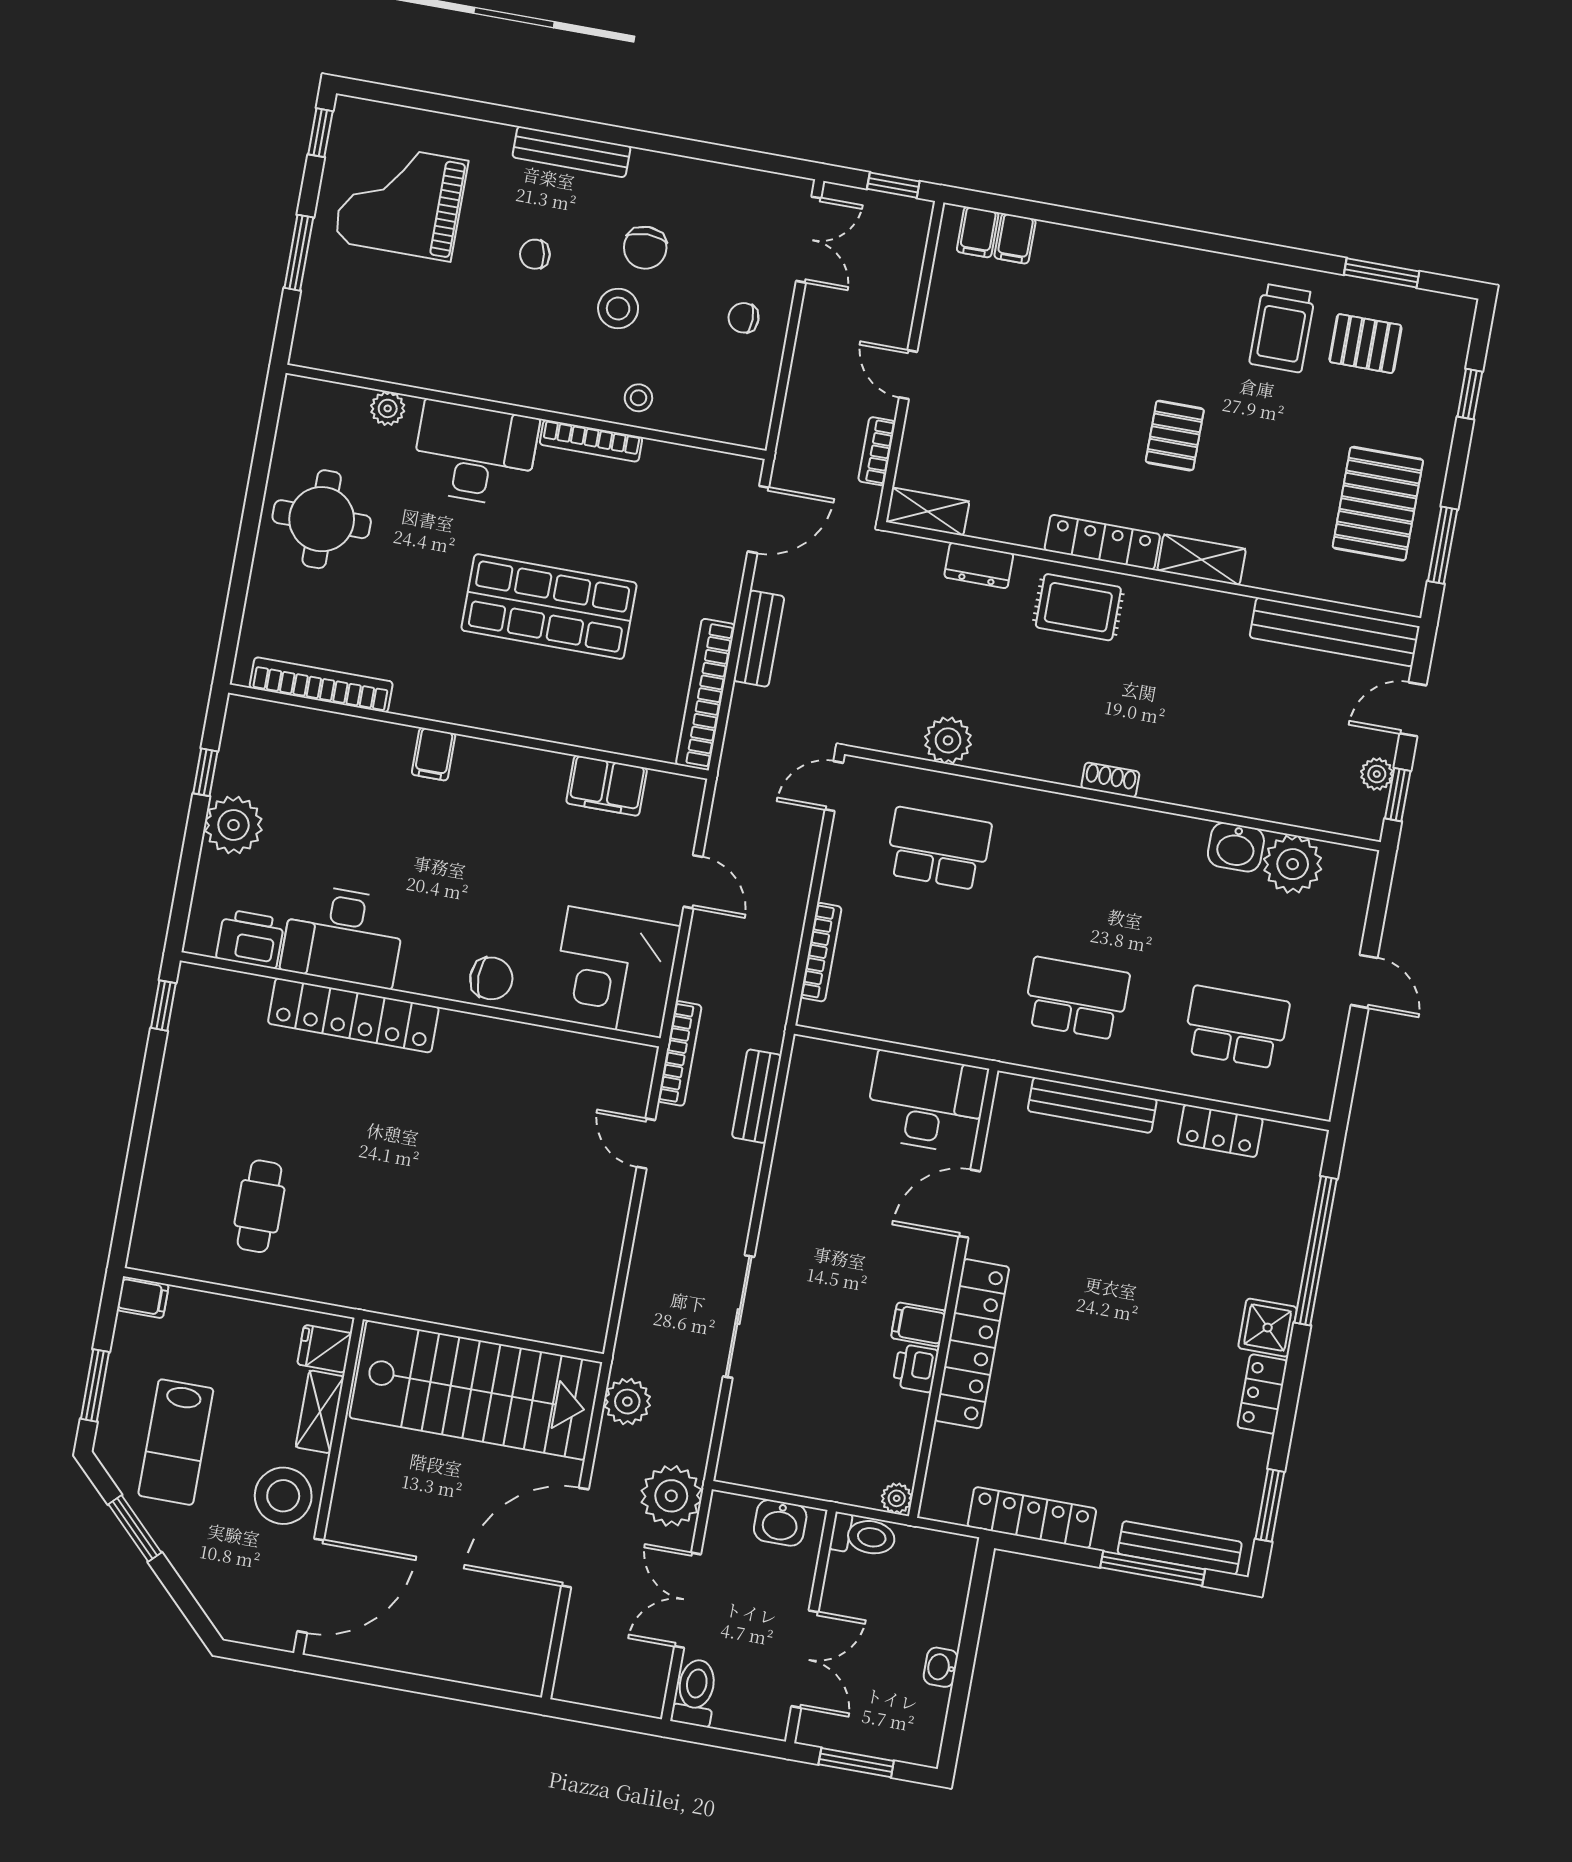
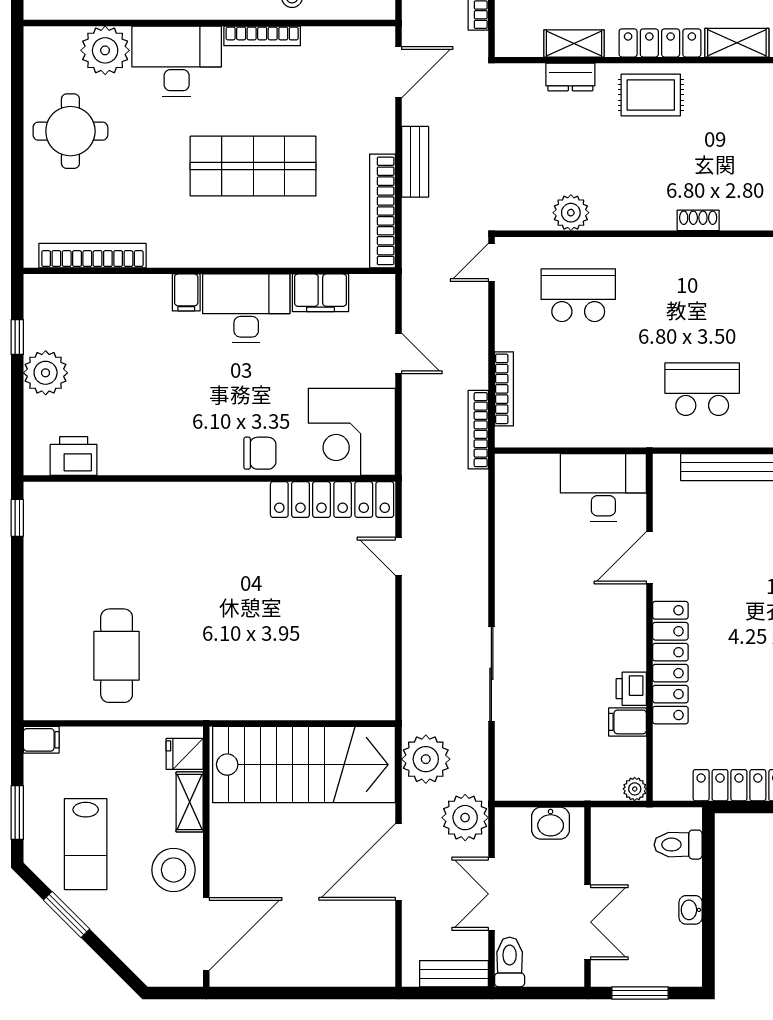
plant: (388, 408) -> (105, 50), width x1.87, depth x1.87
shelving: (928, 512) -> (574, 43), moved
desk: (343, 936) -> (246, 308), moved, turned 180
locker: (353, 1015) -> (332, 500), moved
bookcase: (680, 1053) -> (478, 430), moved, turned 180
bench: (757, 1096) -> (454, 974), moved, turned 90
cafe table: (259, 1206) -> (117, 656), width x1.37, depth x1.35
filing cabinet: (918, 1324) -> (628, 722), moved
plant: (627, 1402) -> (426, 759), width x1.36, depth x1.36
toilet: (863, 1536) -> (678, 845), moved, turned 180

